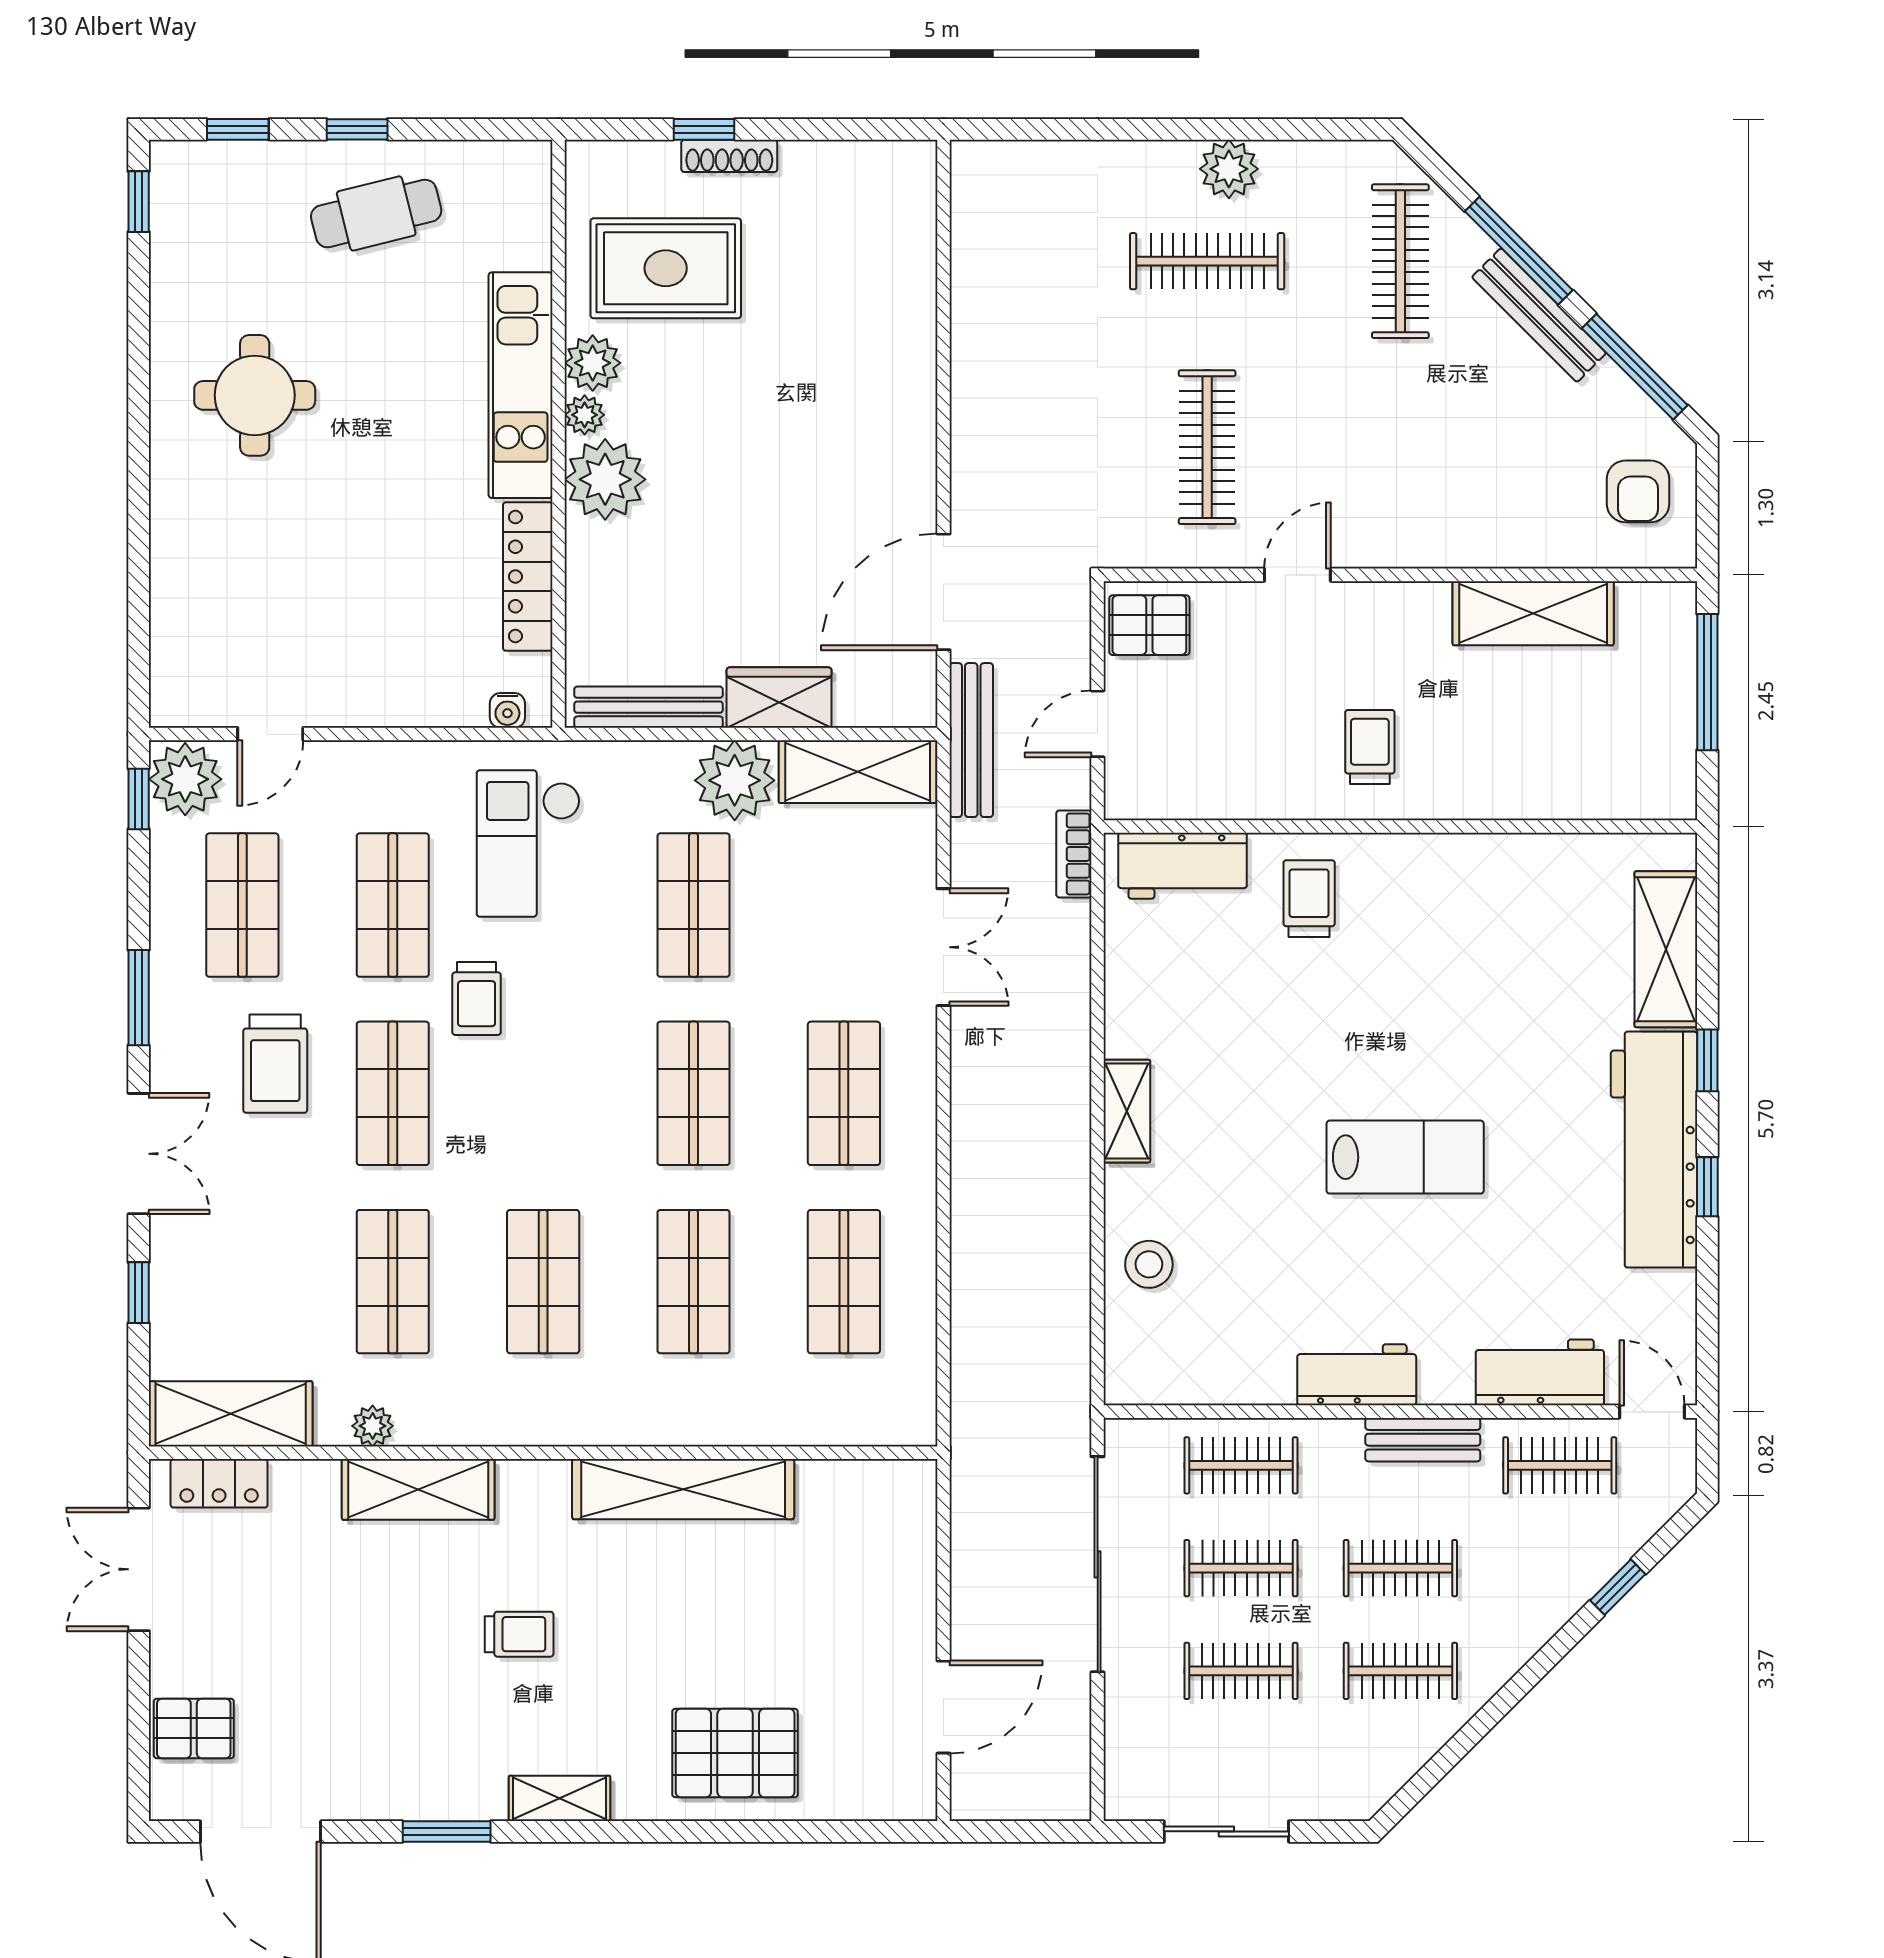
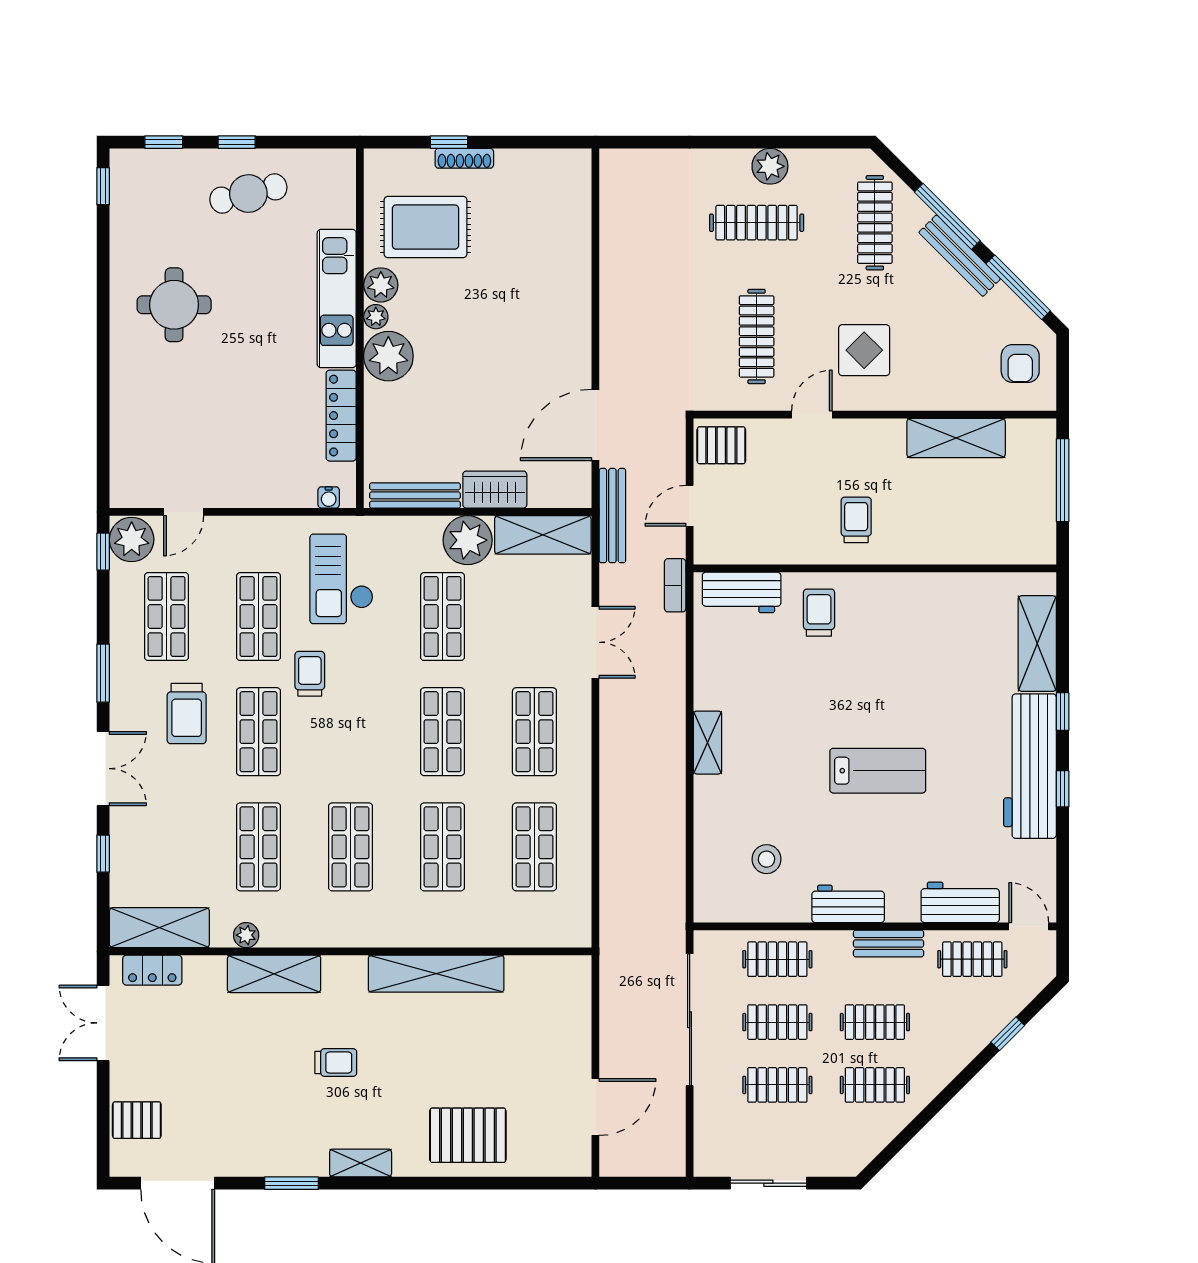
display table: (1383, 470) -> (864, 350), added
trolley: (477, 999) -> (310, 674), turned 180
stool: (1149, 1264) -> (767, 859), moved

